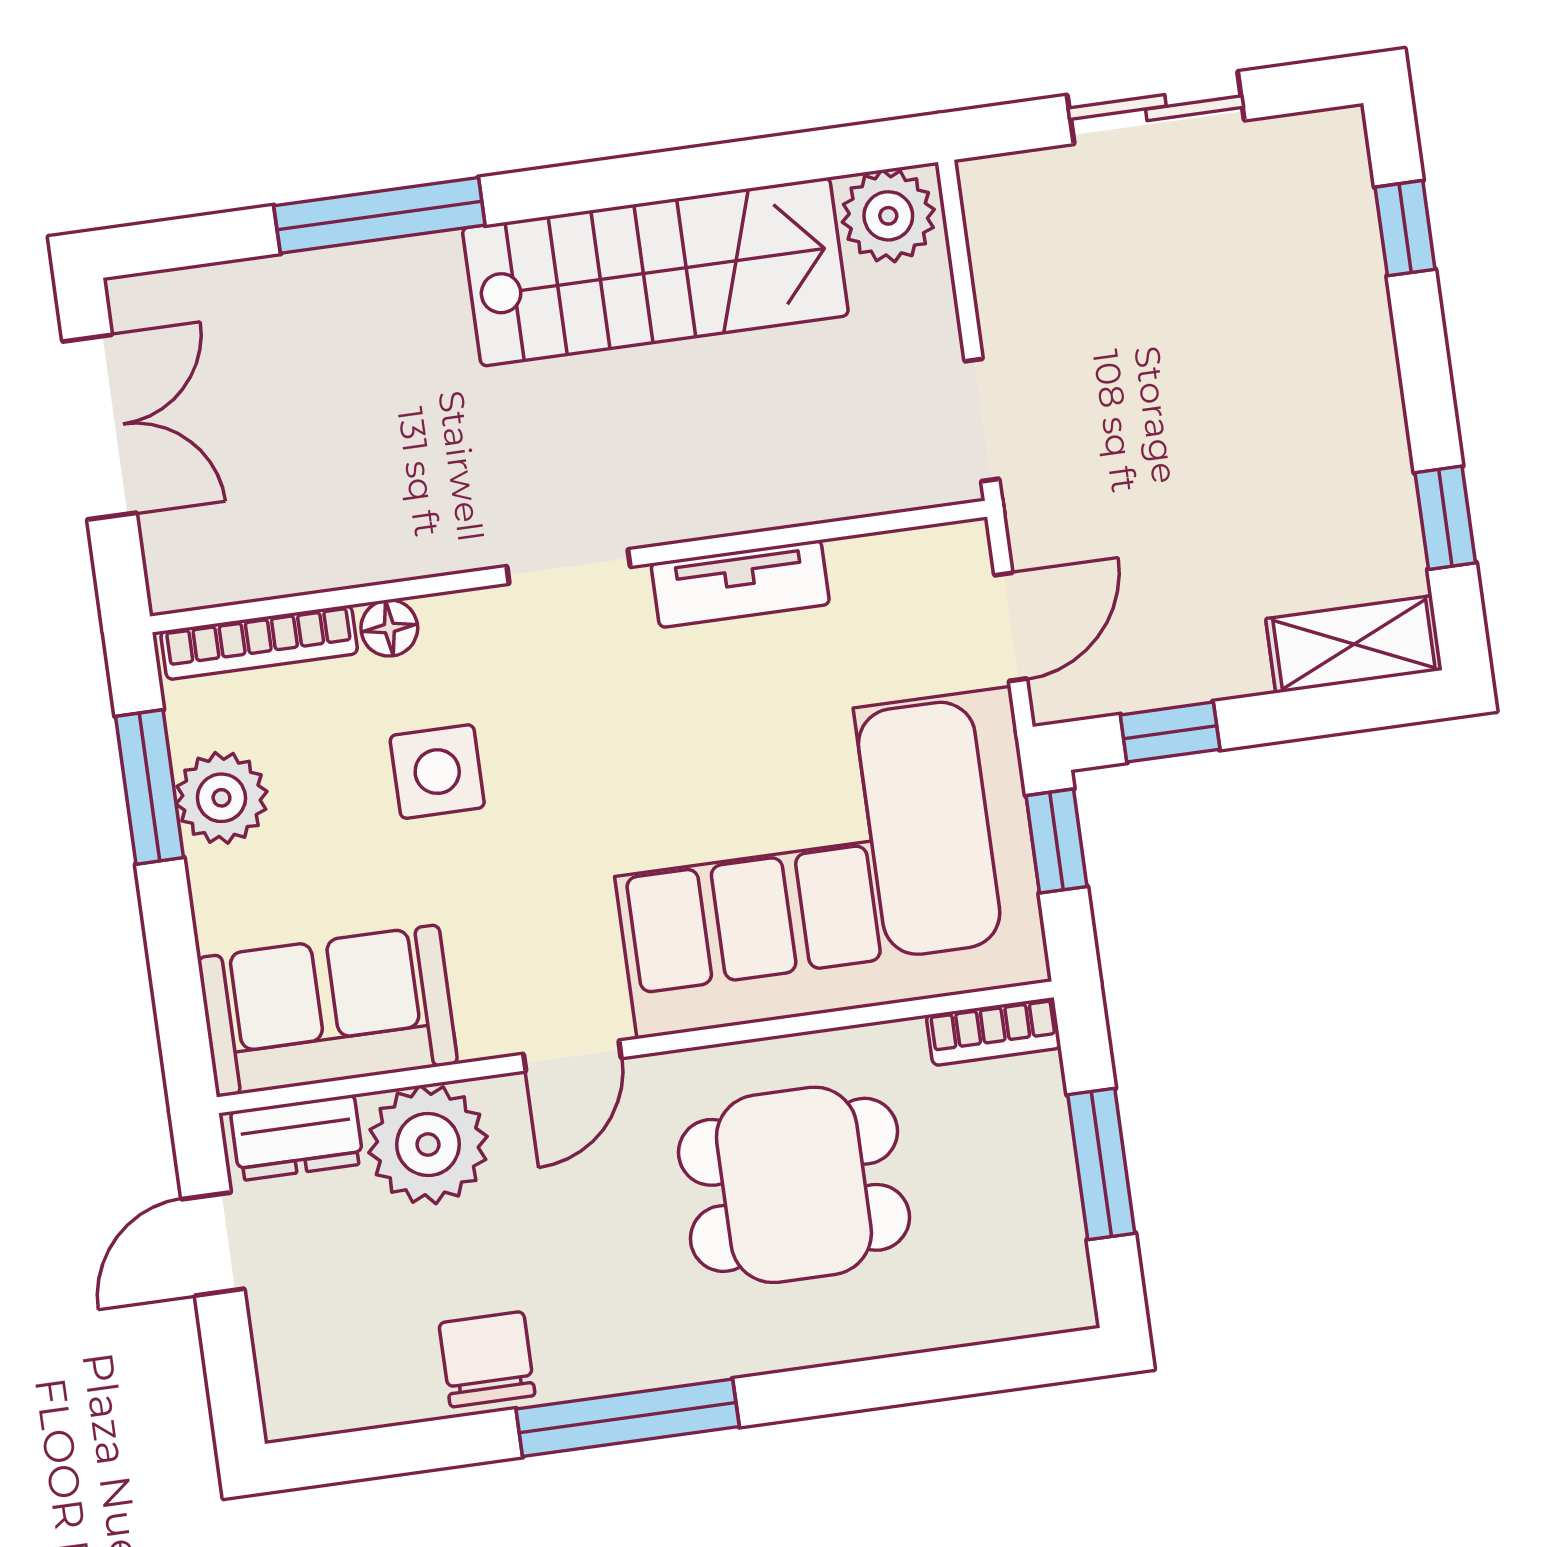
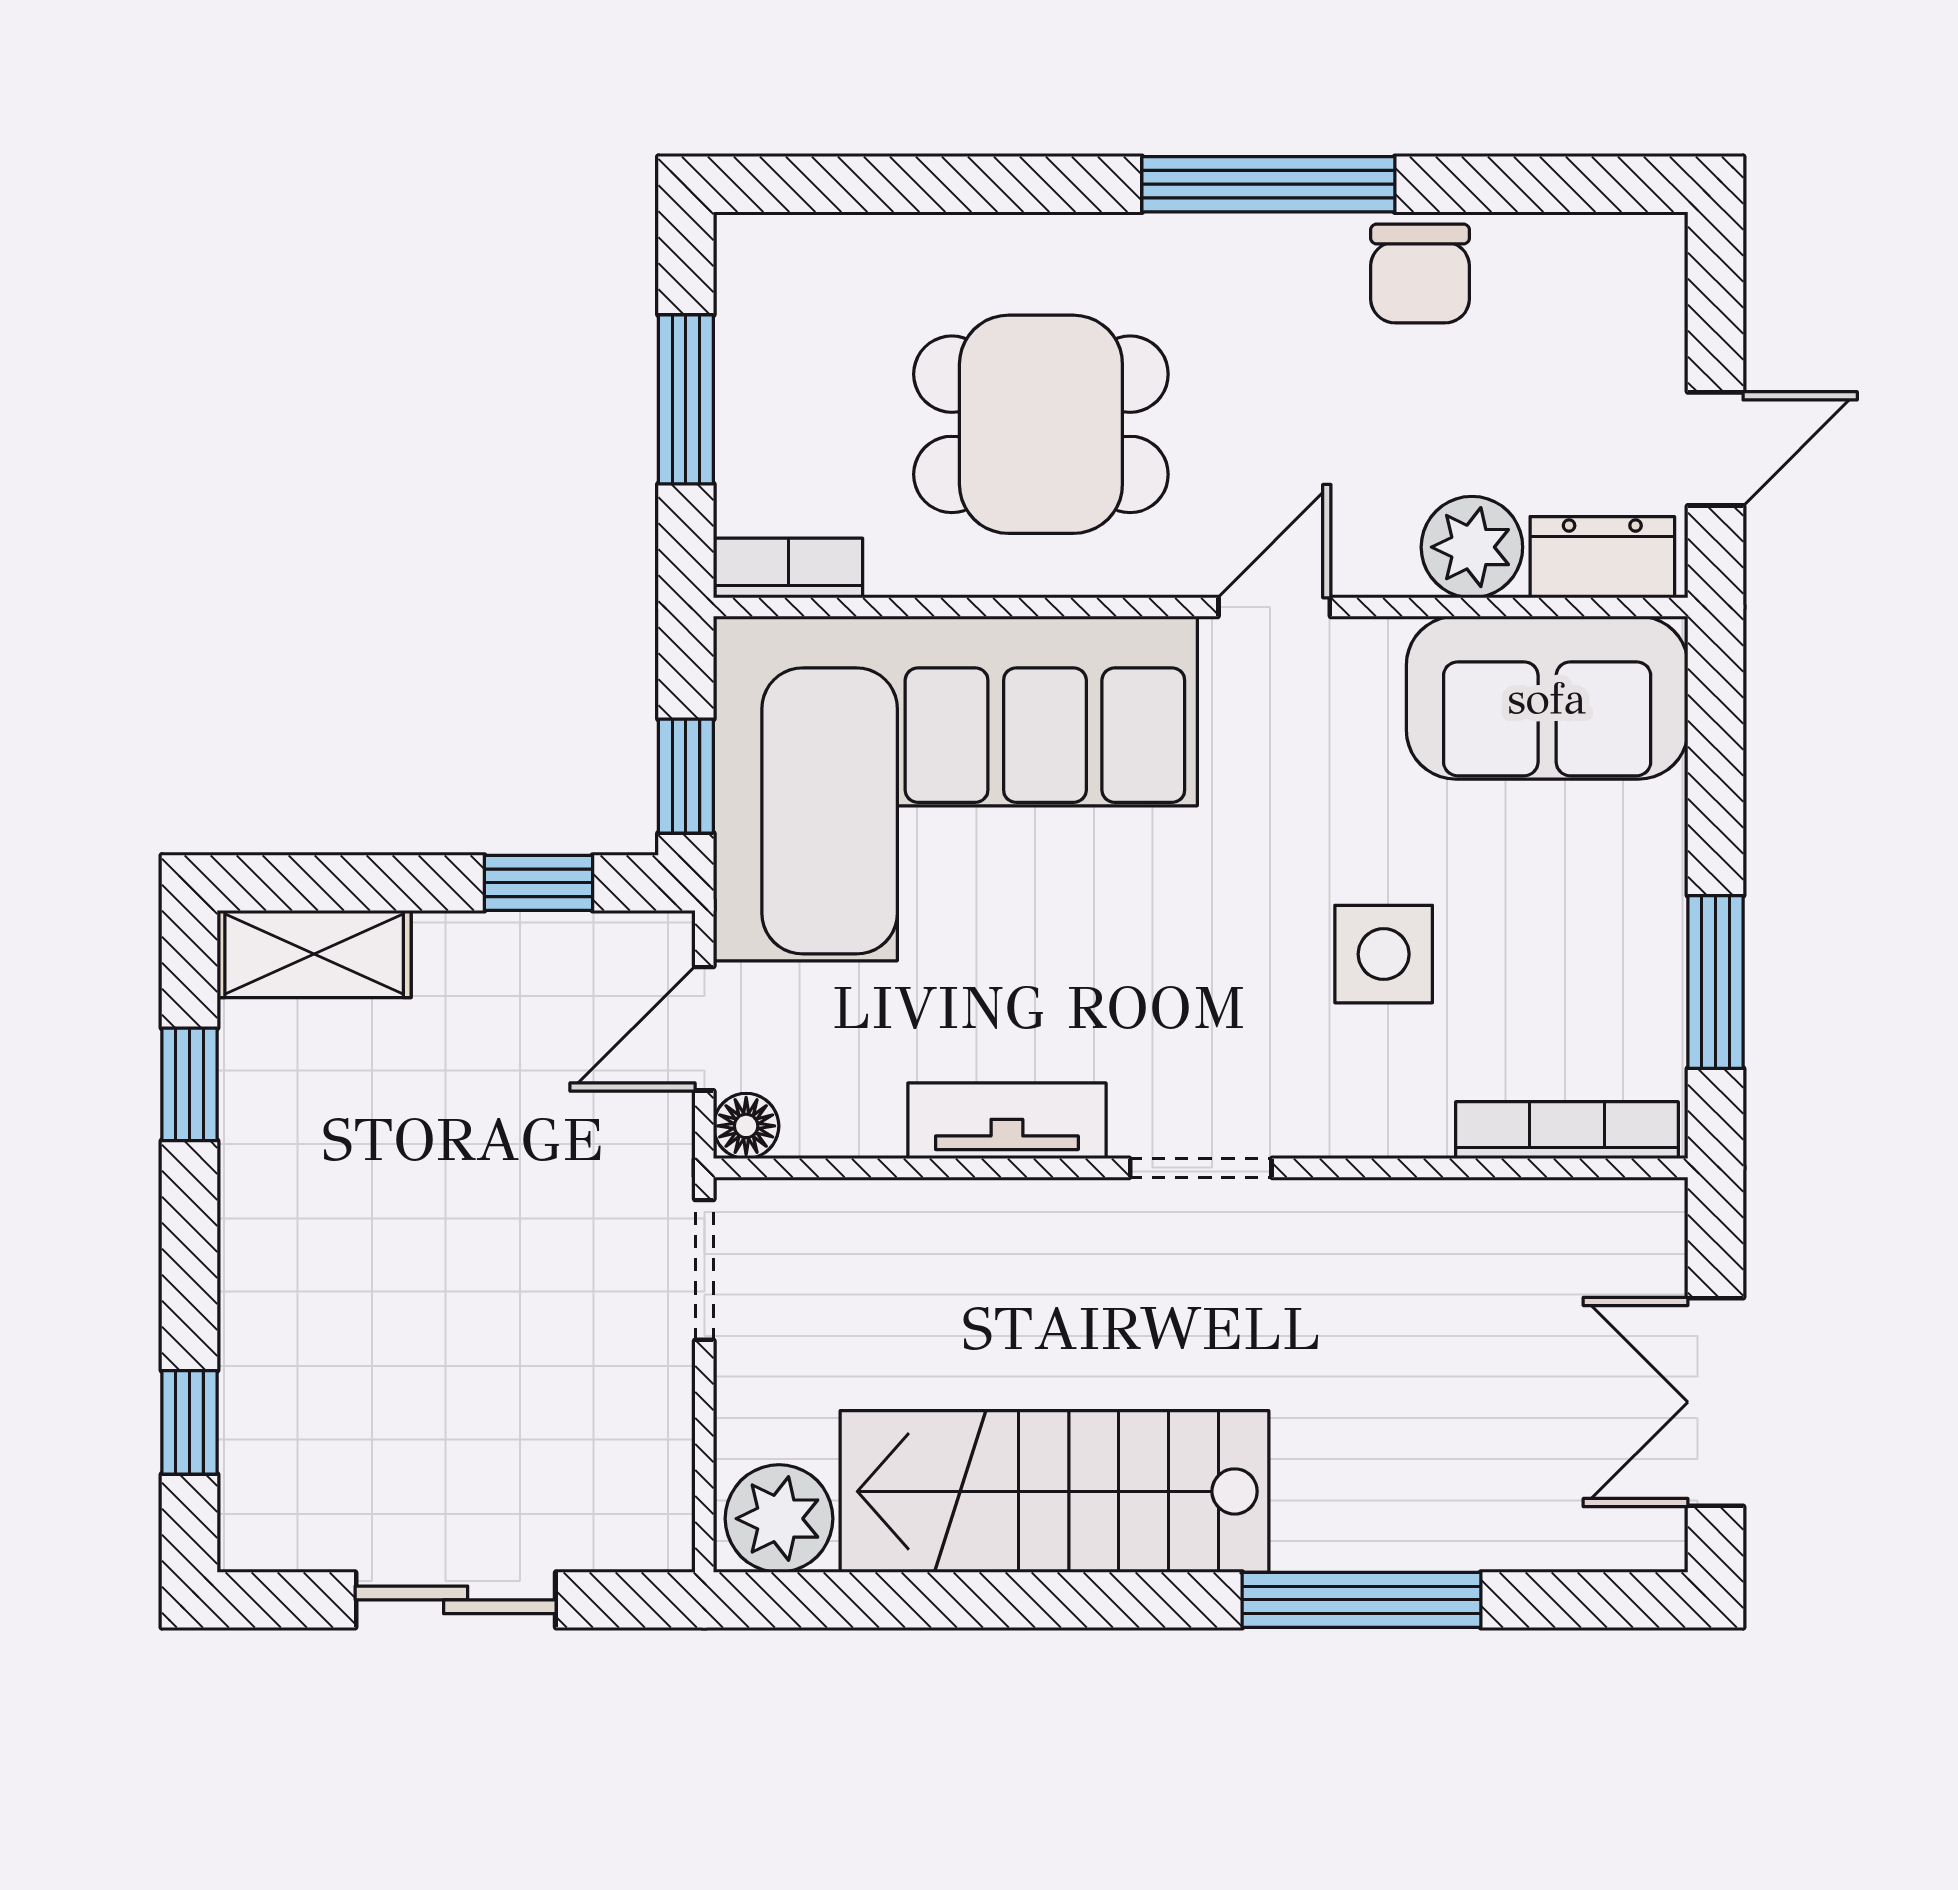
floor lamp: (389, 628) -> (746, 1126), moved
plant: (221, 798) -> (1635, 958), removed
plant: (428, 1144) -> (1472, 547), width x0.73, depth x0.73

